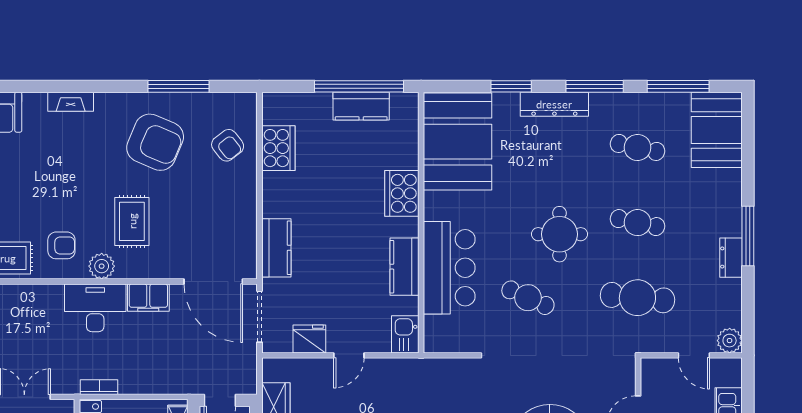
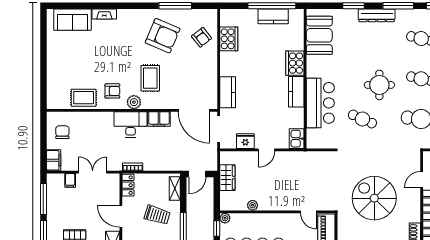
fireplace: (71, 102) -> (104, 14), moved
booth: (457, 142) -> (319, 35), width x0.73, depth x0.70
kitchen counter: (404, 267) -> (296, 92), moved

